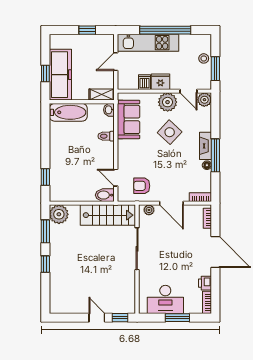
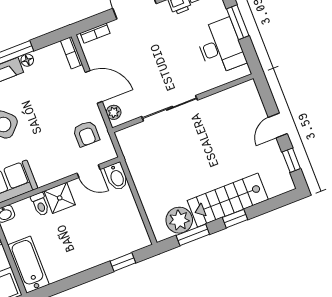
shower: (105, 151) -> (60, 198), added
door: (116, 178) -> (89, 171), hinge flipped
door: (171, 203) -> (94, 87), hinge flipped
plant: (59, 214) -> (179, 220), moved
stairs: (108, 215) -> (228, 200), moved, turned -90
window: (120, 318) -> (291, 160), moved

